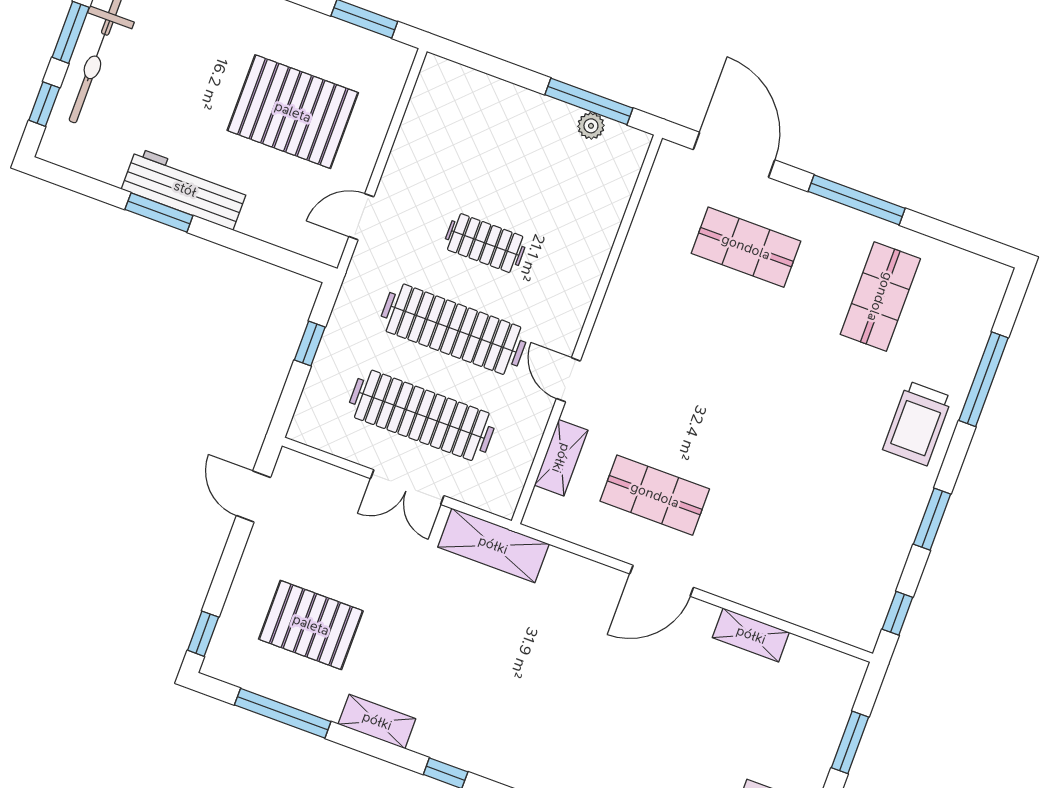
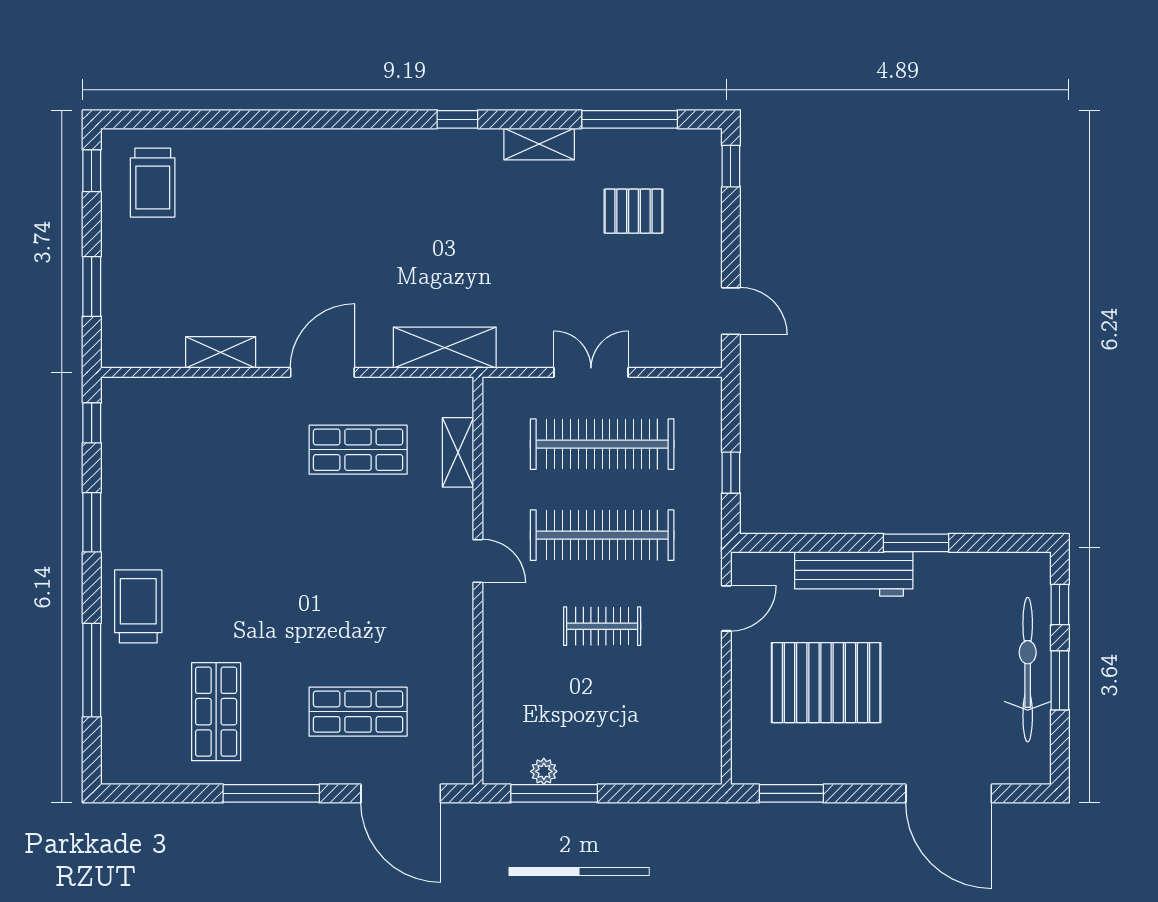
workbench: (185, 189) -> (854, 574), moved
door: (568, 380) -> (478, 561), moved
shelving: (493, 545) -> (445, 348), moved
pallet: (311, 625) -> (634, 211), width x0.67, depth x0.71

